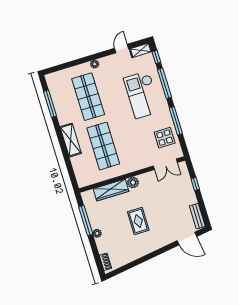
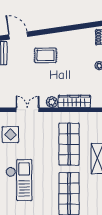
double door: (165, 164) -> (28, 110), moved
rug: (138, 221) -> (46, 55), moved, turned 90

